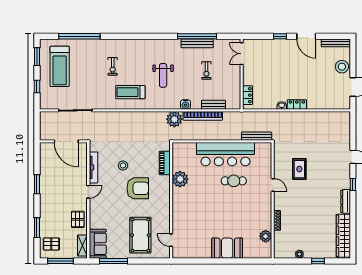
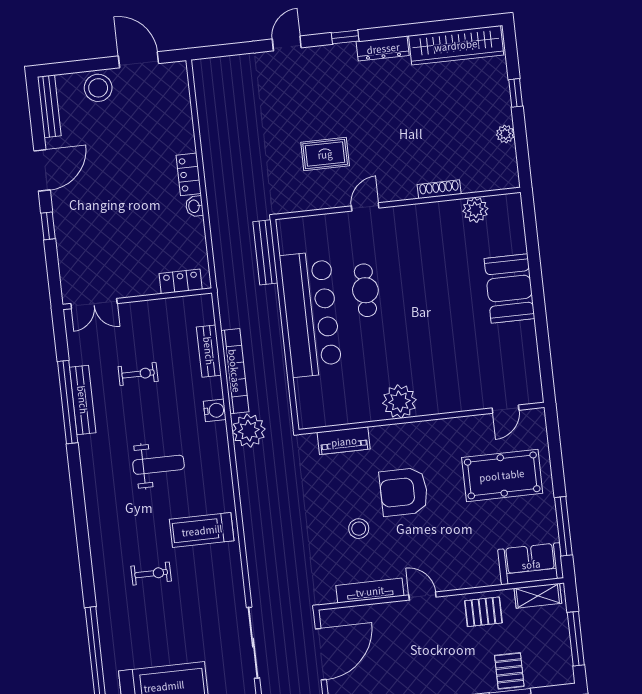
treadmill: (130, 92) -> (202, 530), turned 90
plant: (180, 179) -> (399, 401), moved
armchair: (138, 188) -> (404, 492), turned -90
pallet: (51, 244) -> (509, 671), moved

